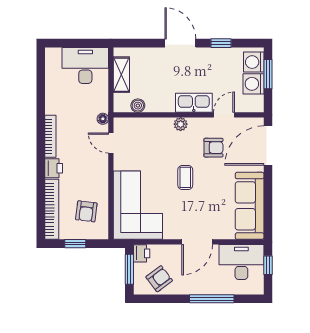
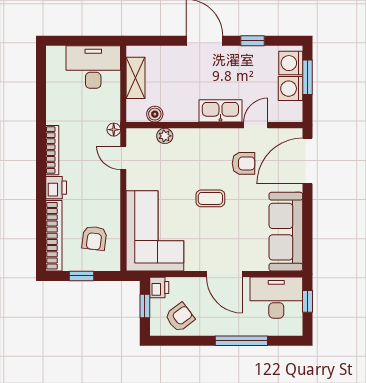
plant: (181, 124) -> (165, 136), moved
coffee table: (185, 177) -> (210, 198), turned 90
door: (197, 242) -> (224, 274), hinge flipped
window: (129, 269) -> (145, 306), width x0.67

